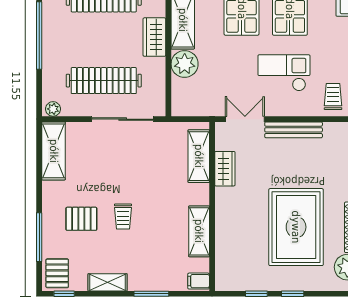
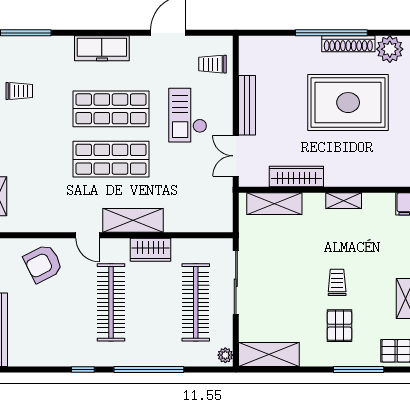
plant: (185, 64) -> (179, 218), removed
wardrobe: (225, 169) -> (296, 177), width x1.50
trolley: (123, 216) -> (337, 282), turned -90
shelving: (199, 231) -> (344, 201), width x0.67, depth x0.75

